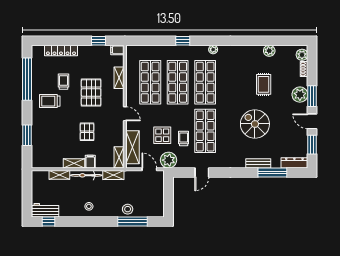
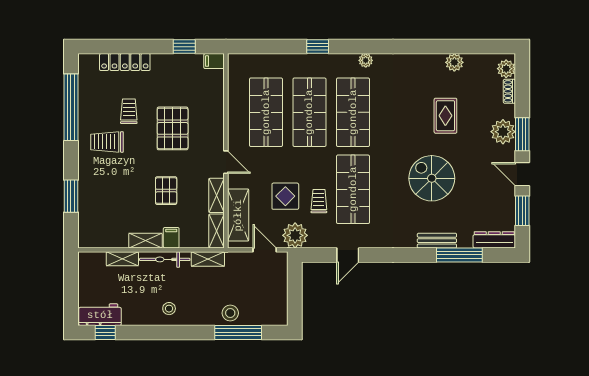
shelving: (119, 78) -> (217, 195), moved

